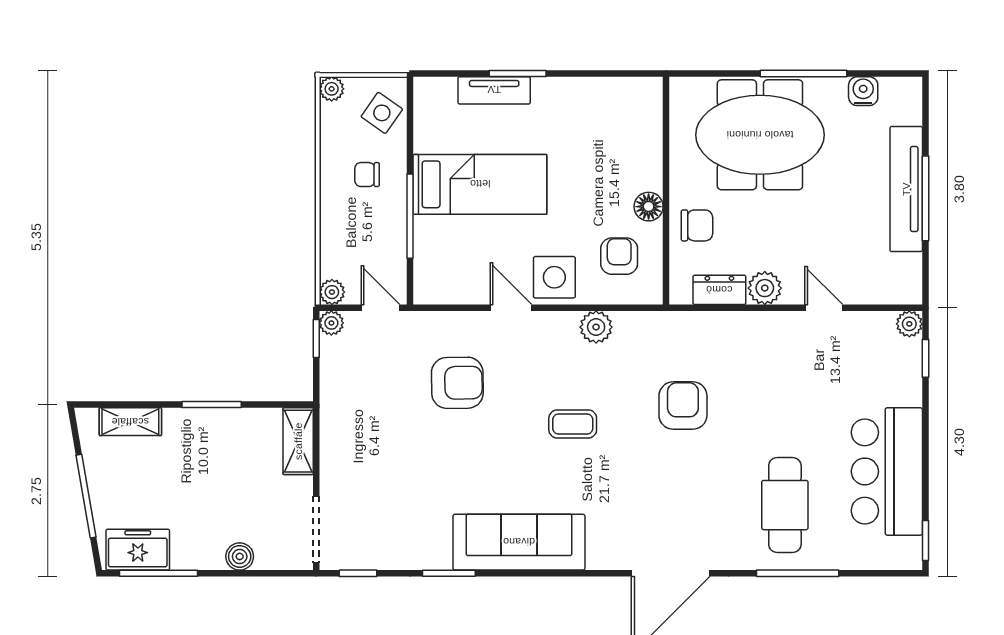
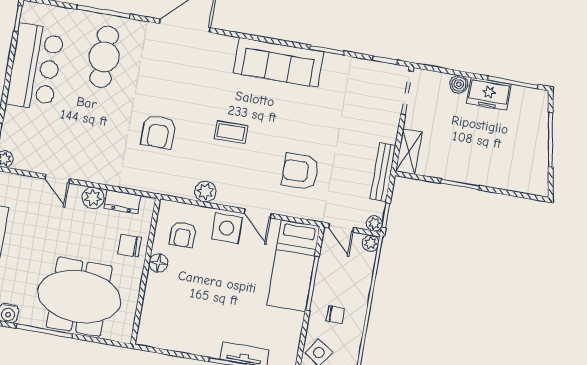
bed: (480, 184) -> (293, 266), moved, turned -90
bench: (332, 403) -> (383, 172), added
shelving: (130, 422) -> (514, 183), removed
freezer: (138, 550) -> (489, 94), moved

